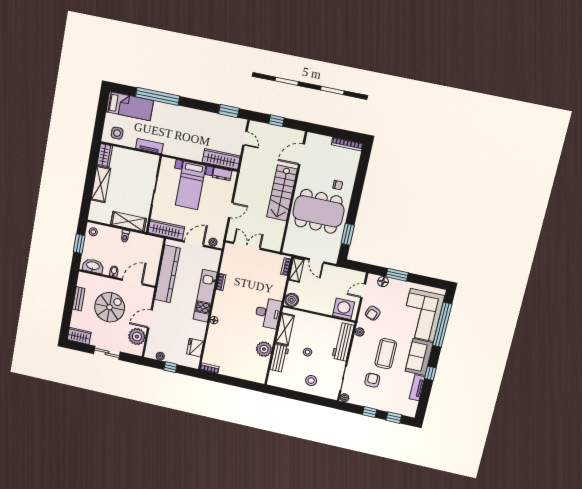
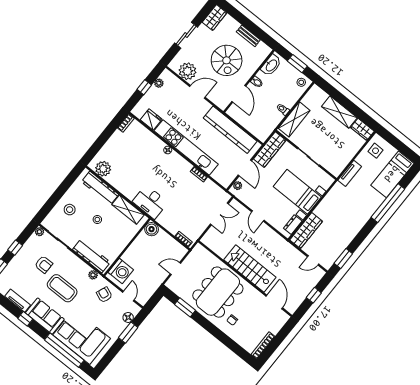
shelving: (297, 270) -> (176, 247), removed
kitchen unit: (205, 296) -> (186, 148), width x1.36
door: (150, 319) -> (197, 92), hinge flipped
plant: (264, 349) -> (103, 169), moved
workbench: (279, 358) -> (100, 188), width x1.37

